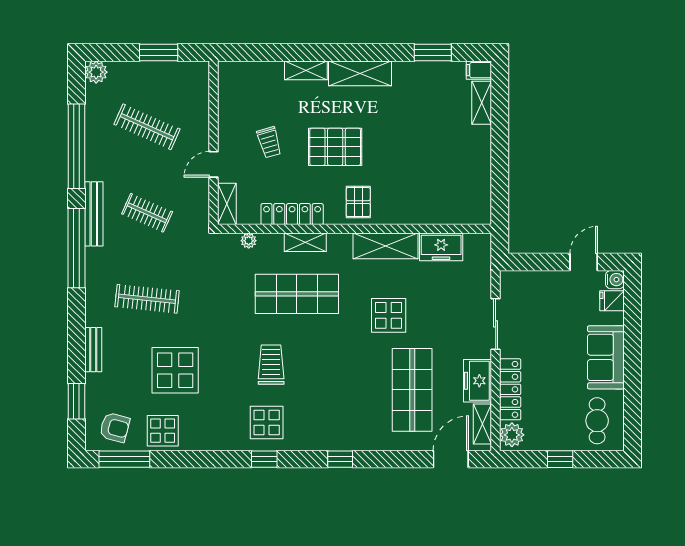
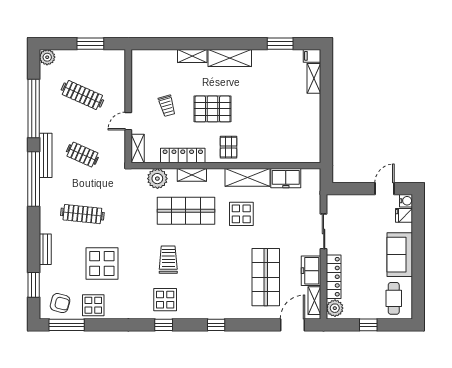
plant: (249, 241) -> (157, 179), width x1.88, depth x1.88
display table: (389, 315) -> (241, 214), moved

